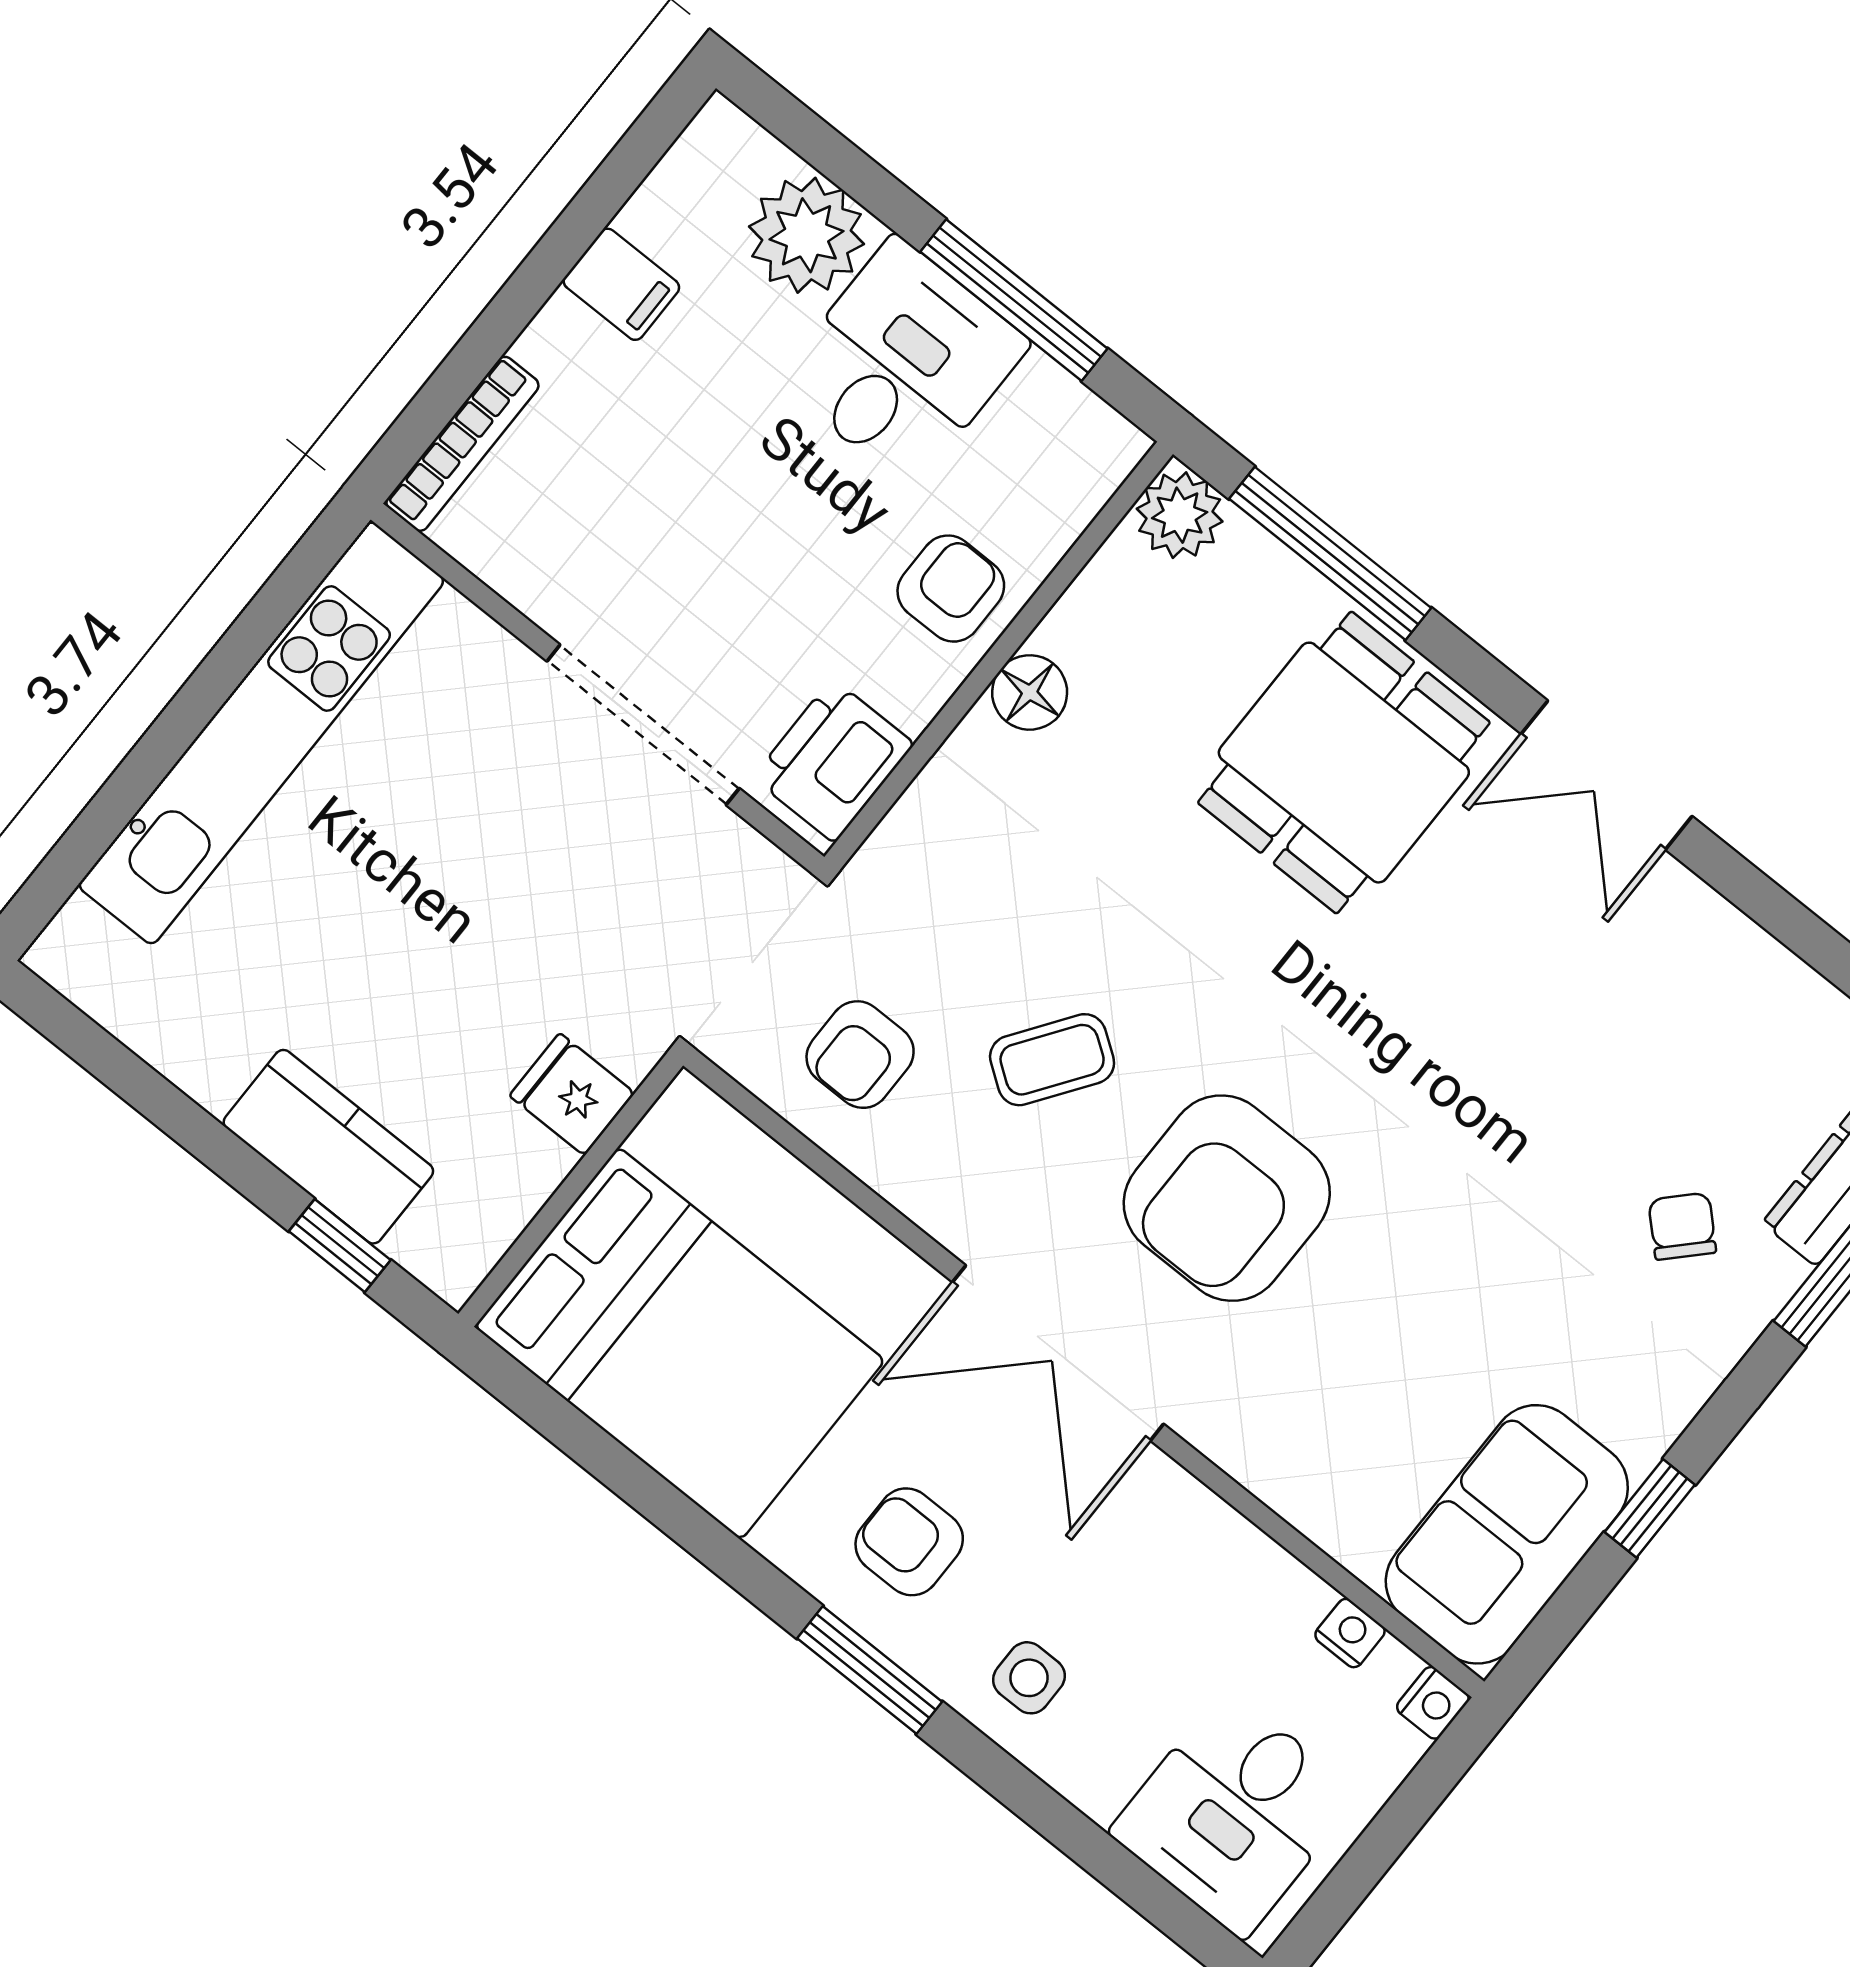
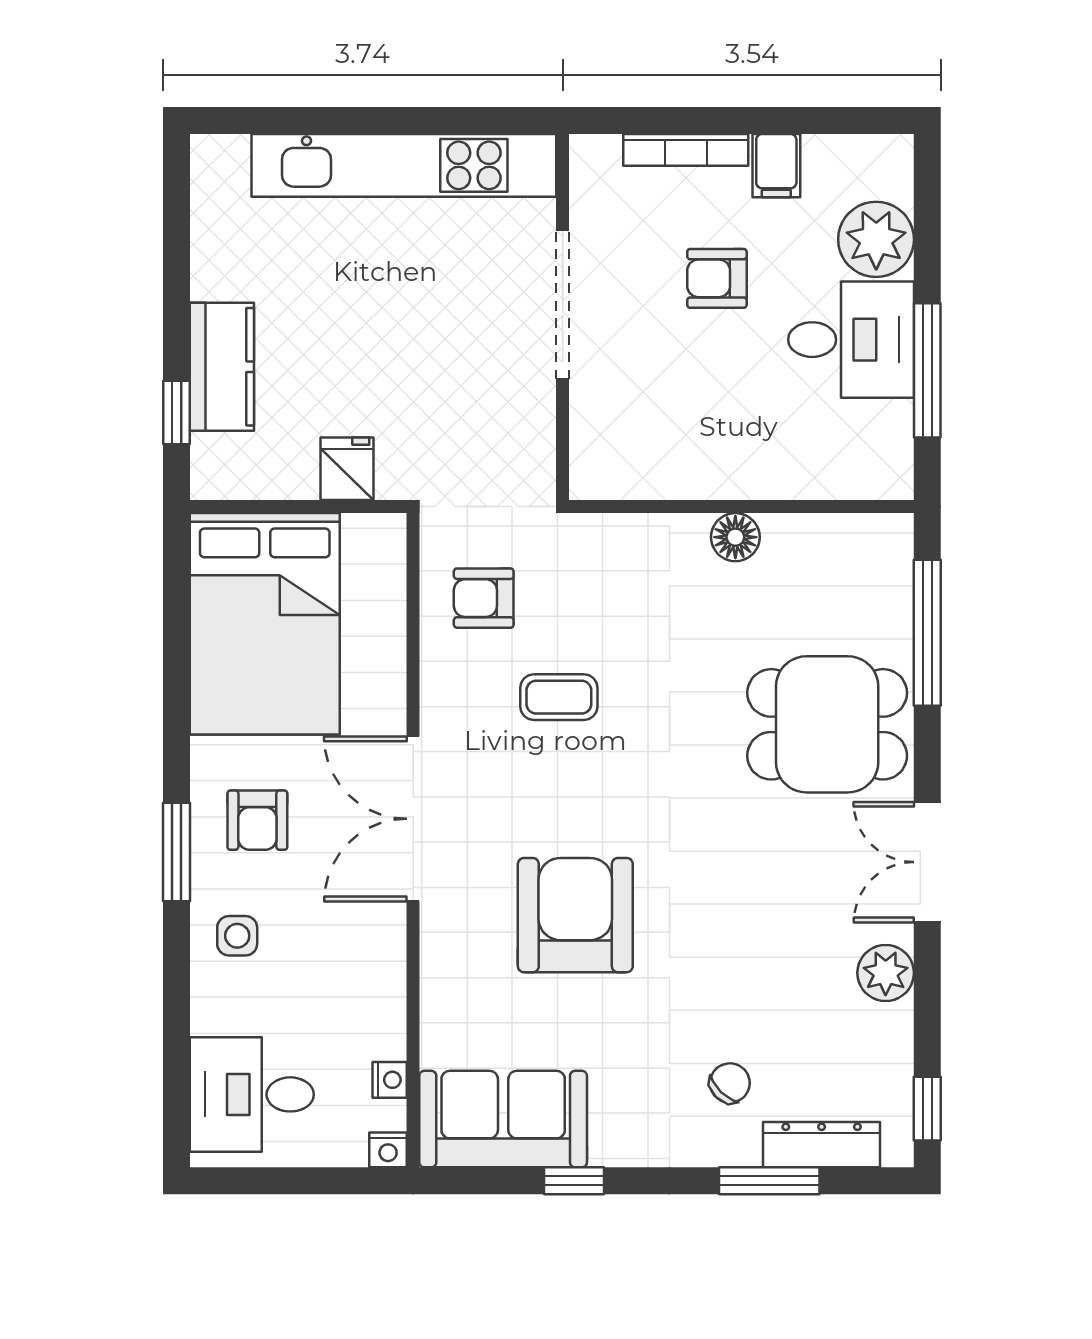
bookcase: (462, 444) -> (686, 150), moved
plant: (1180, 515) -> (886, 973), moved
armchair: (951, 589) -> (717, 278), moved, turned 180
doorway: (643, 725) -> (563, 305), moved
printer: (833, 761) -> (621, 466), removed
coffee table: (1052, 1060) -> (559, 697), turned -35
armchair: (1227, 1198) -> (575, 915), moved, turned 90
armchair: (909, 1542) -> (257, 820), turned 180

